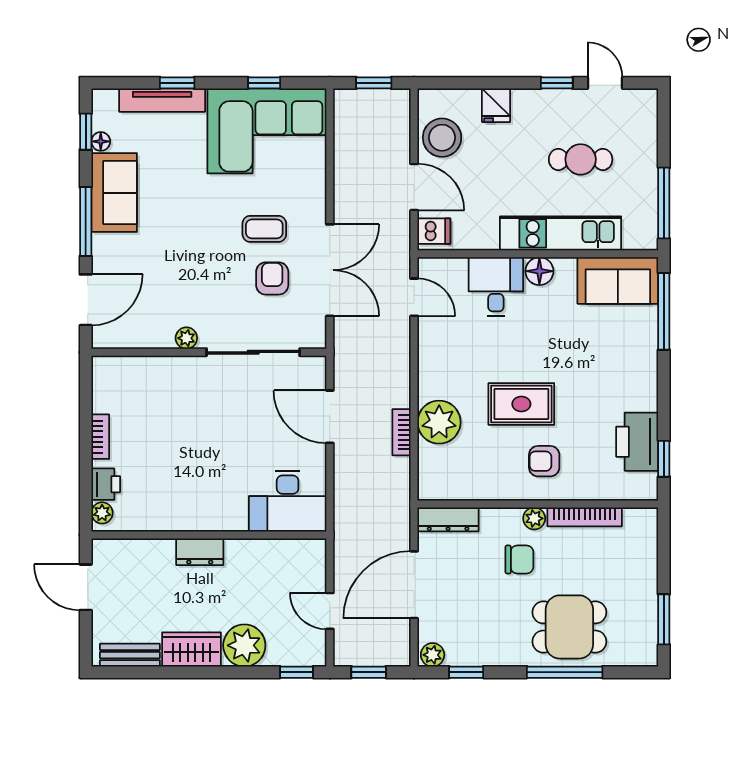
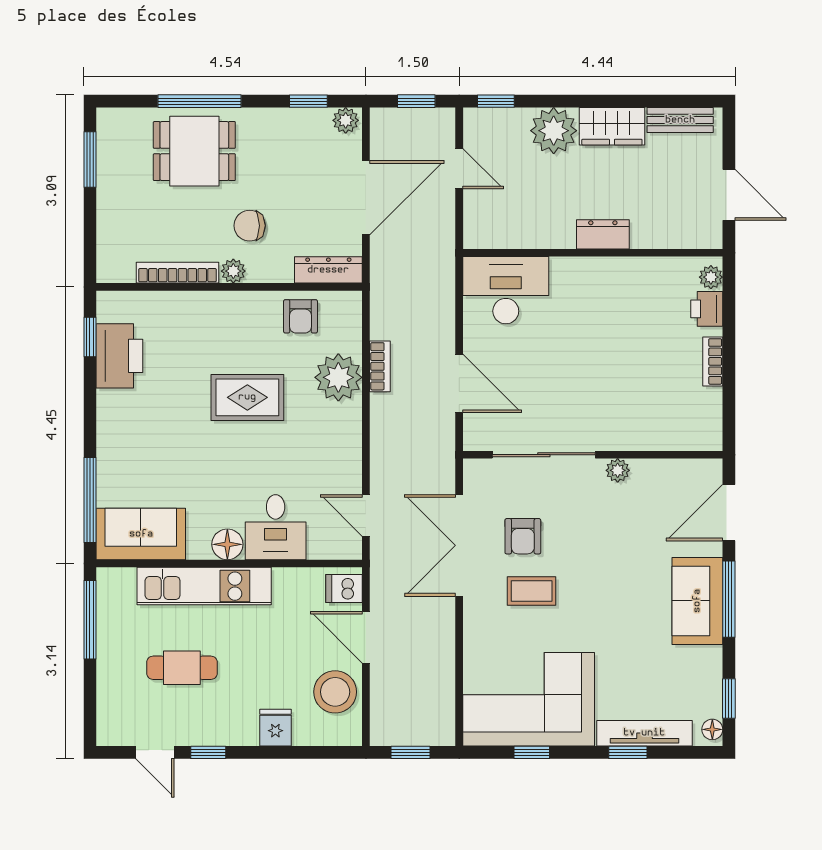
floor lamp: (101, 141) -> (712, 729), moved
sofa: (114, 193) -> (697, 601), moved
armchair: (544, 461) -> (300, 316), moved, turned 90

